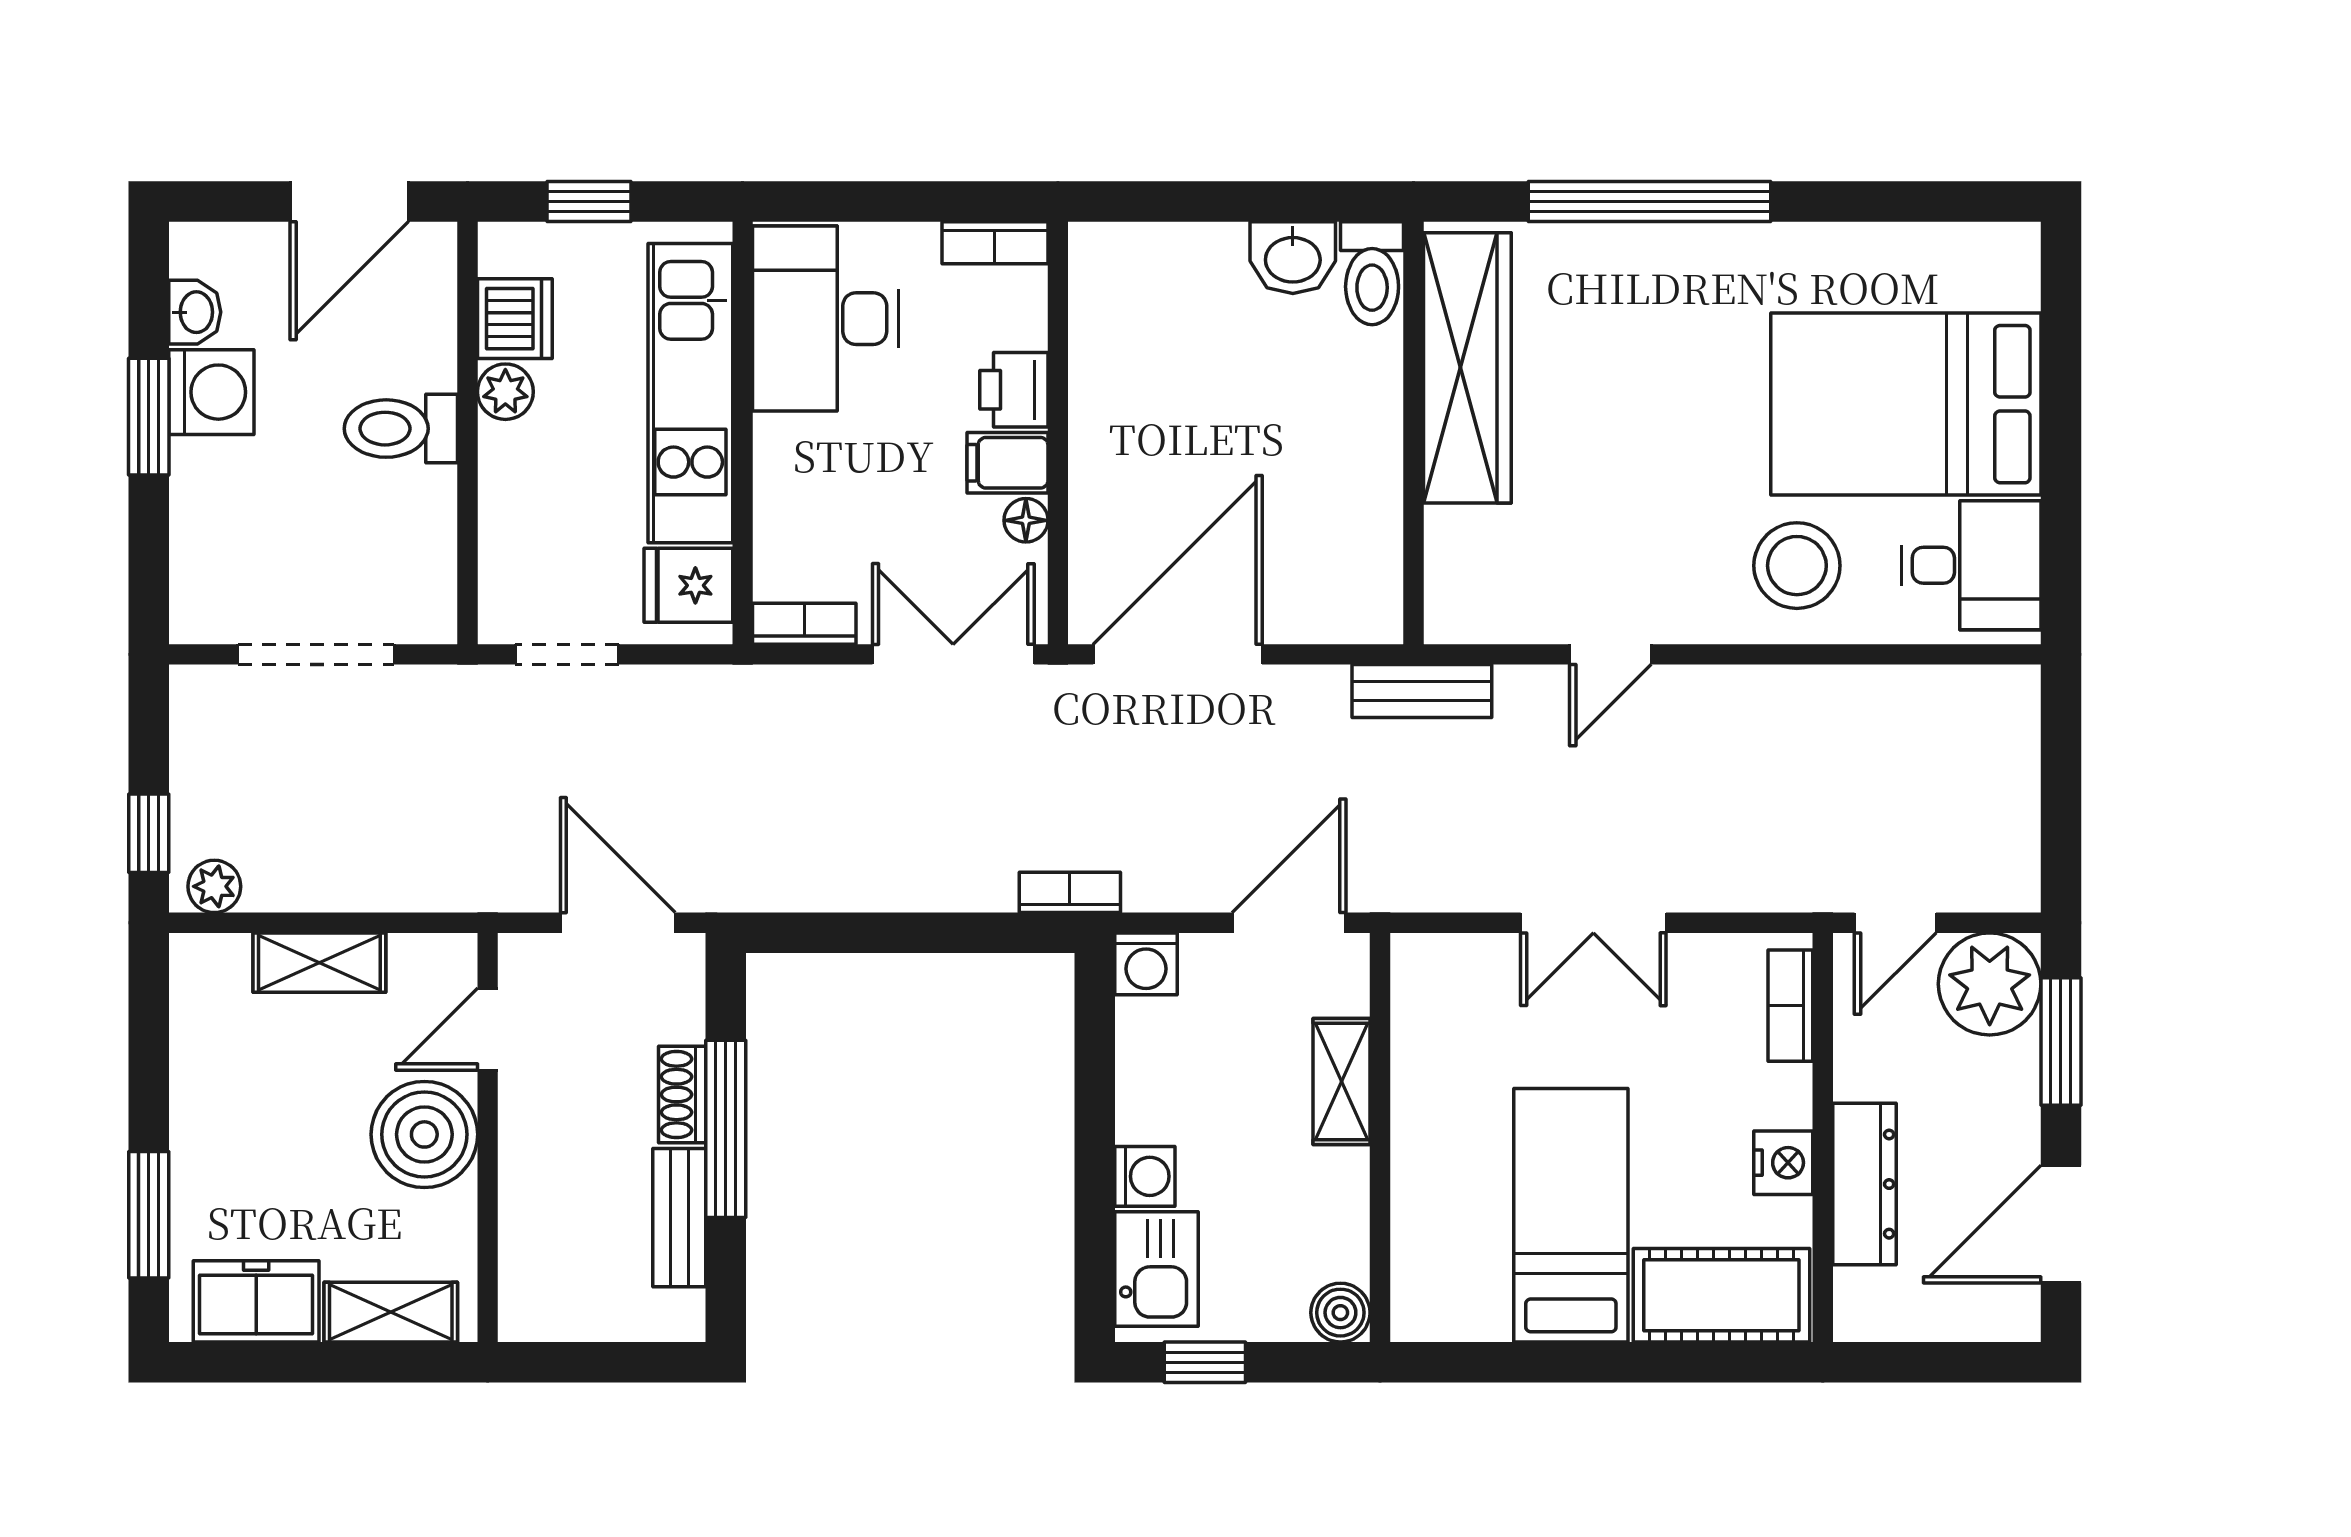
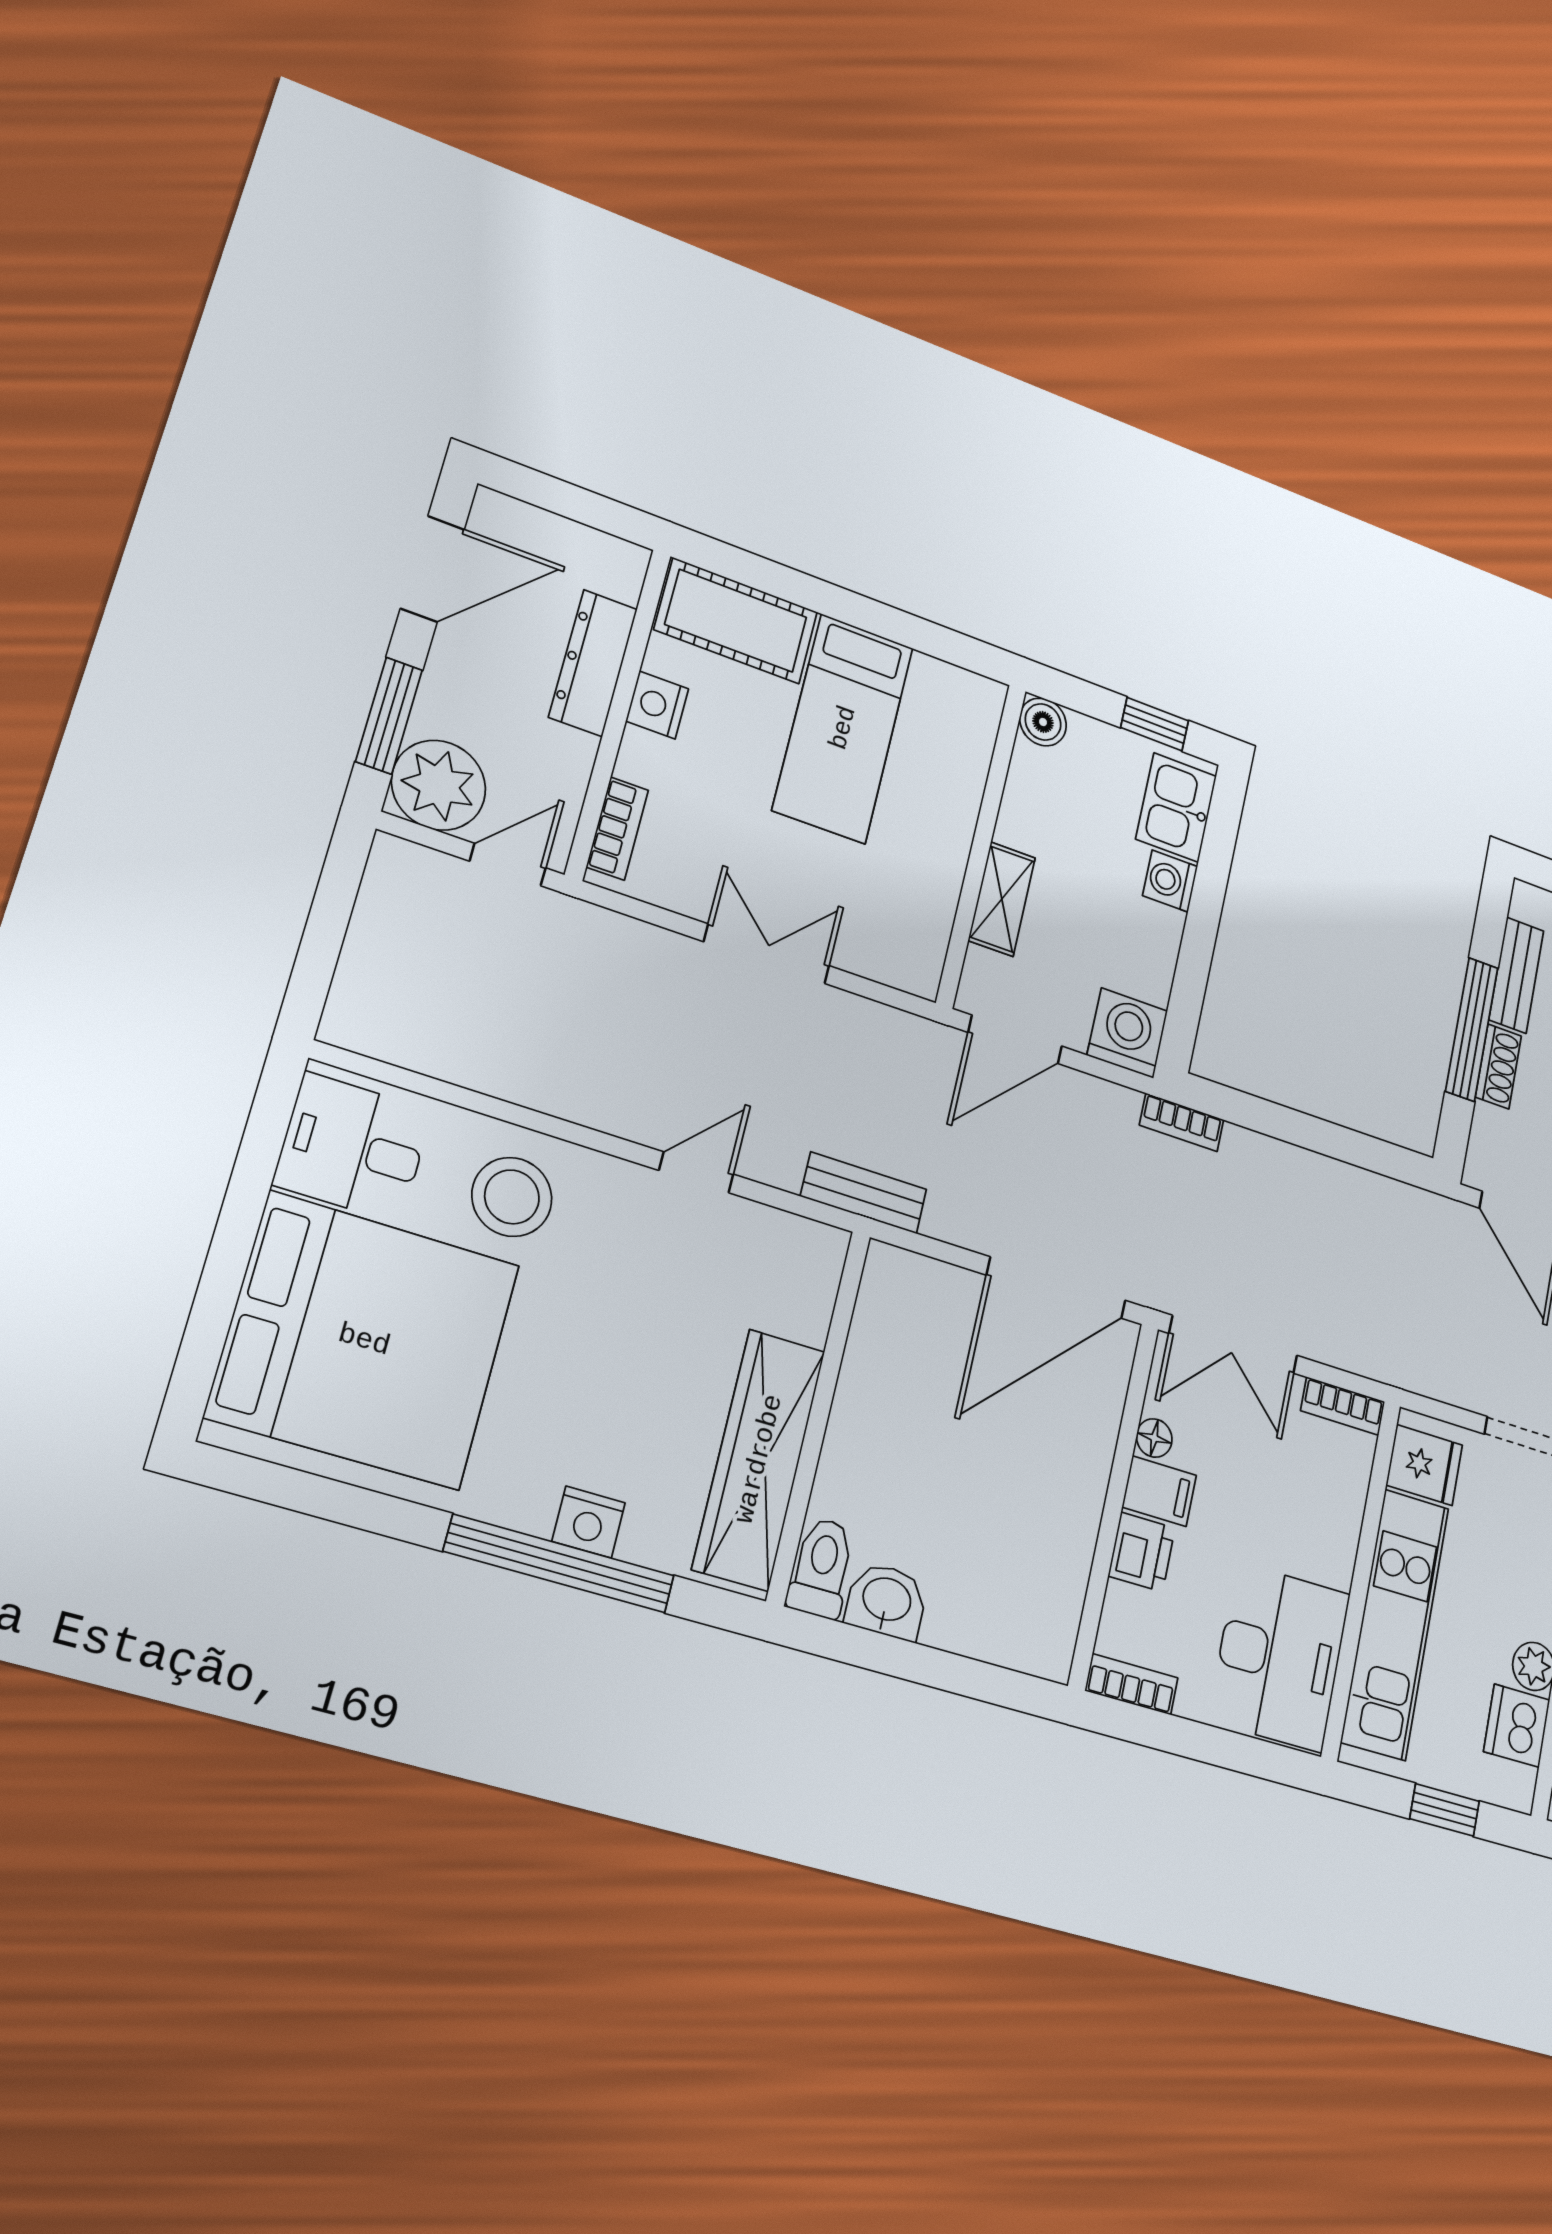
nightstand: (1631, 252) -> (589, 1522), added
bed: (1906, 404) -> (364, 1340), width x1.36
washing machine: (1146, 964) -> (1127, 1033), width x1.38, depth x1.38

